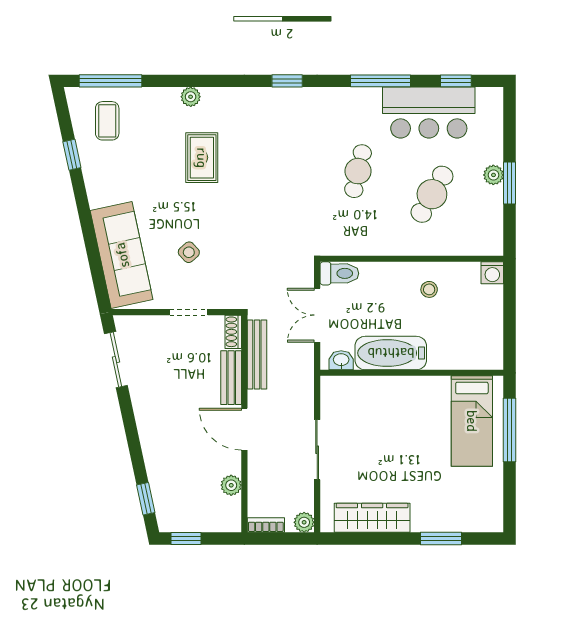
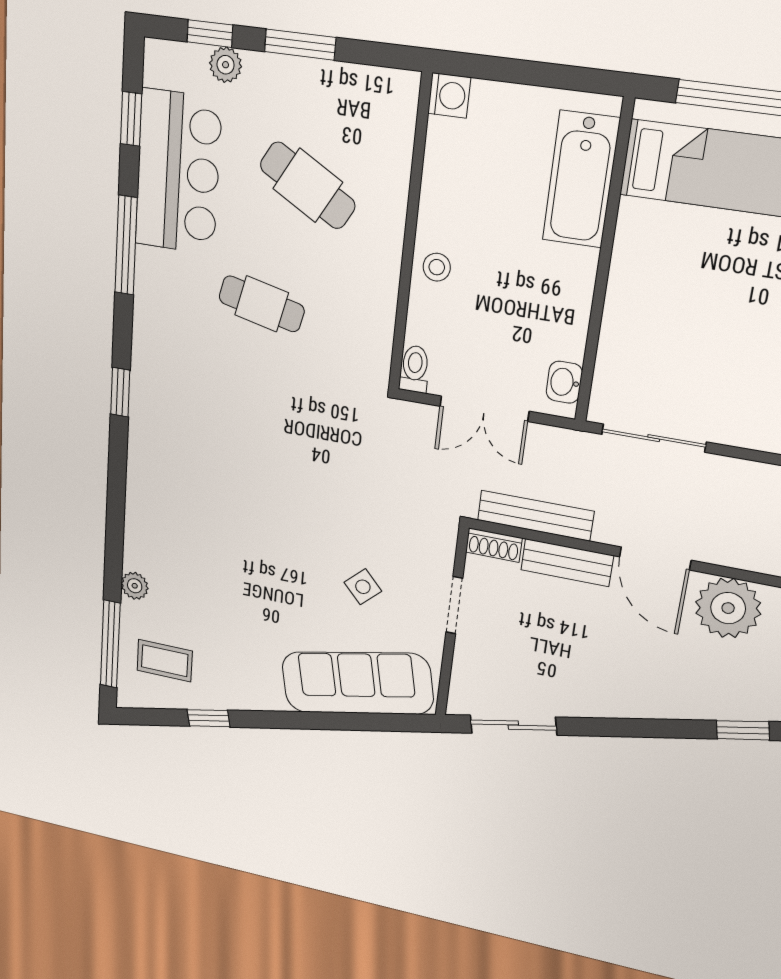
plant: (191, 97) -> (135, 586), moved
window: (510, 128) -> (210, 34), added
rug: (202, 158) -> (225, 540), removed
plant: (493, 175) -> (226, 65), moved
toilet: (339, 273) -> (415, 369), width x0.73, depth x0.72
stool: (429, 289) -> (437, 267), moved
bathtub: (391, 353) -> (581, 180), moved
door: (244, 429) -> (655, 558), hinge flipped
sliding door: (317, 450) -> (654, 438), moved
plant: (231, 485) -> (728, 608), width x1.88, depth x1.88

